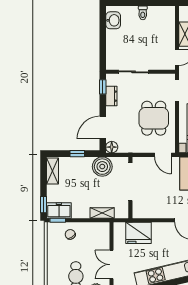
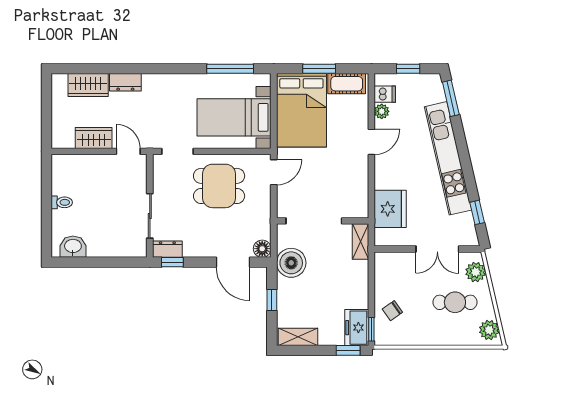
dresser: (111, 96) -> (167, 249), moved
shelving: (102, 213) -> (361, 242), moved

